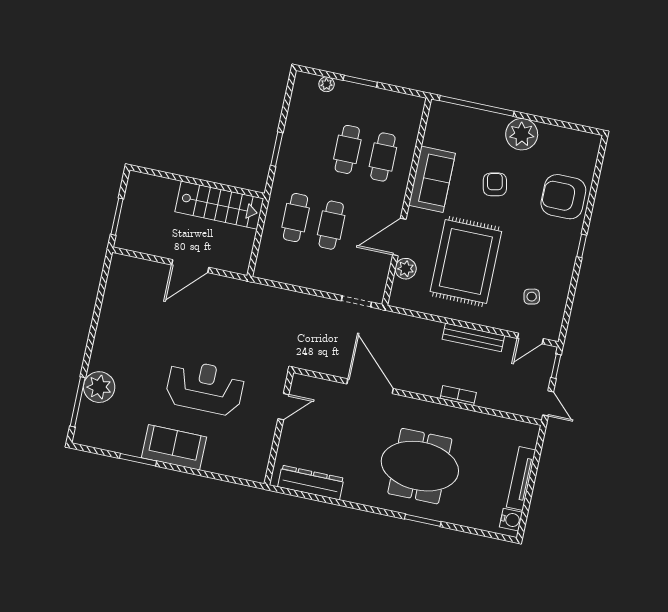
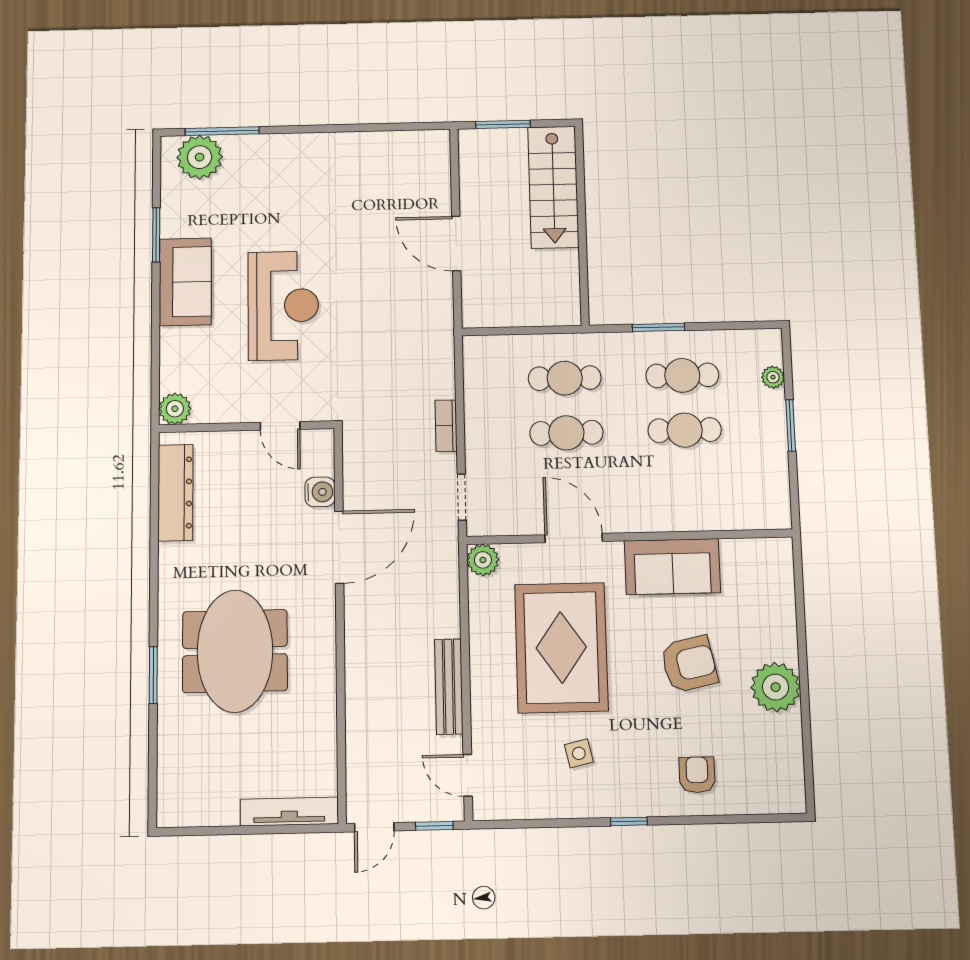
window: (477, 106) -> (800, 608), removed
cafe table: (383, 157) -> (682, 375), moved
armchair: (495, 184) -> (689, 664), width x1.38, depth x1.38
armchair: (563, 197) -> (697, 775), width x0.53, depth x0.53
stairs: (219, 205) -> (553, 187), moved
rug: (466, 261) -> (561, 648), turned 90
plant: (406, 269) -> (483, 560), moved
side table: (532, 297) -> (579, 753), moved
plant: (99, 387) -> (200, 157), moved
bookcase: (458, 396) -> (446, 426), moved, turned 180
plant: (256, 472) -> (175, 409), added
tv unit: (521, 479) -> (289, 812), moved
water cooler: (511, 520) -> (320, 492), moved, turned -90

